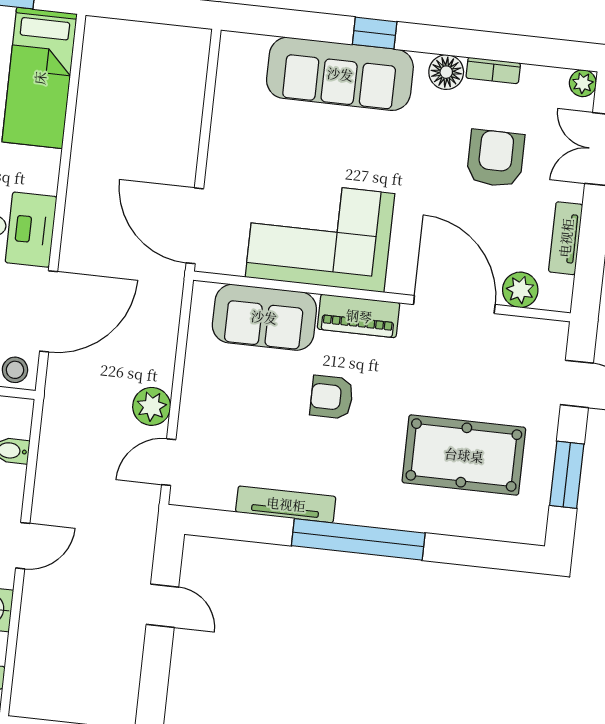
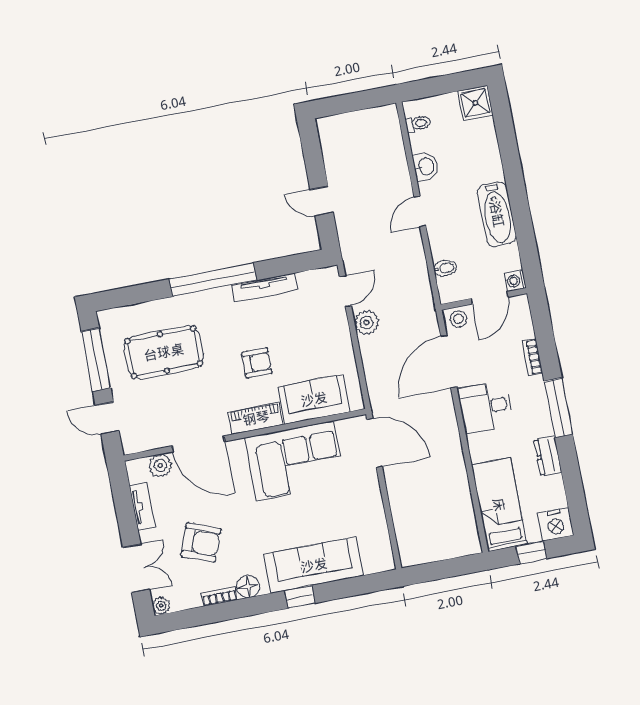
armchair: (496, 158) -> (201, 542), turned -69
window: (567, 475) -> (96, 360), width x1.44

